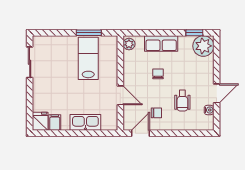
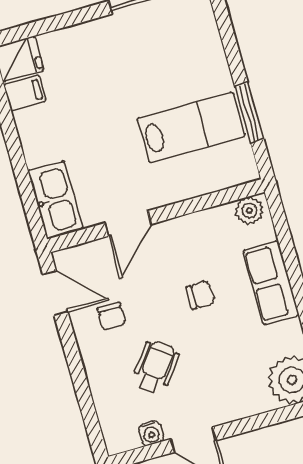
wheelchair: (182, 101) -> (155, 367), turned 127
kitchen sink: (85, 122) -> (55, 200), moved

